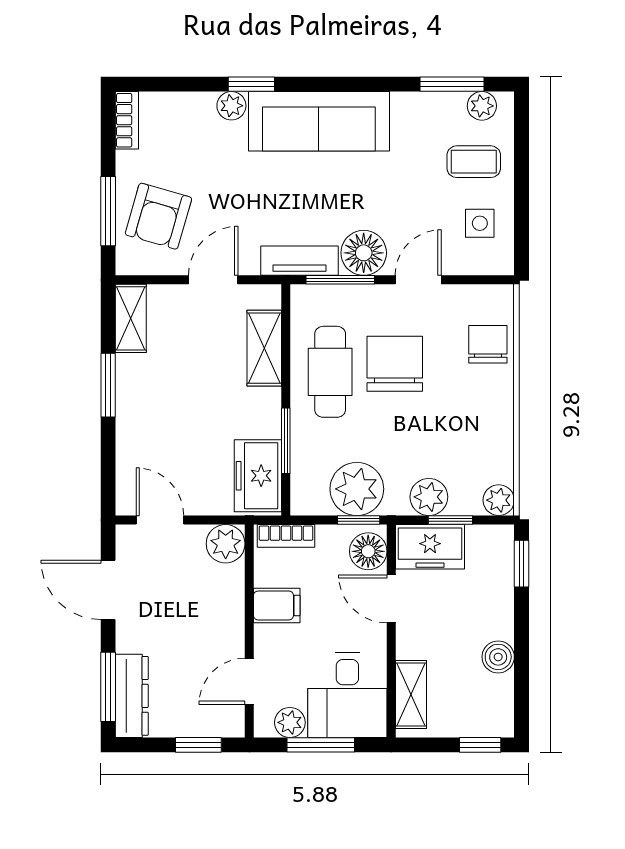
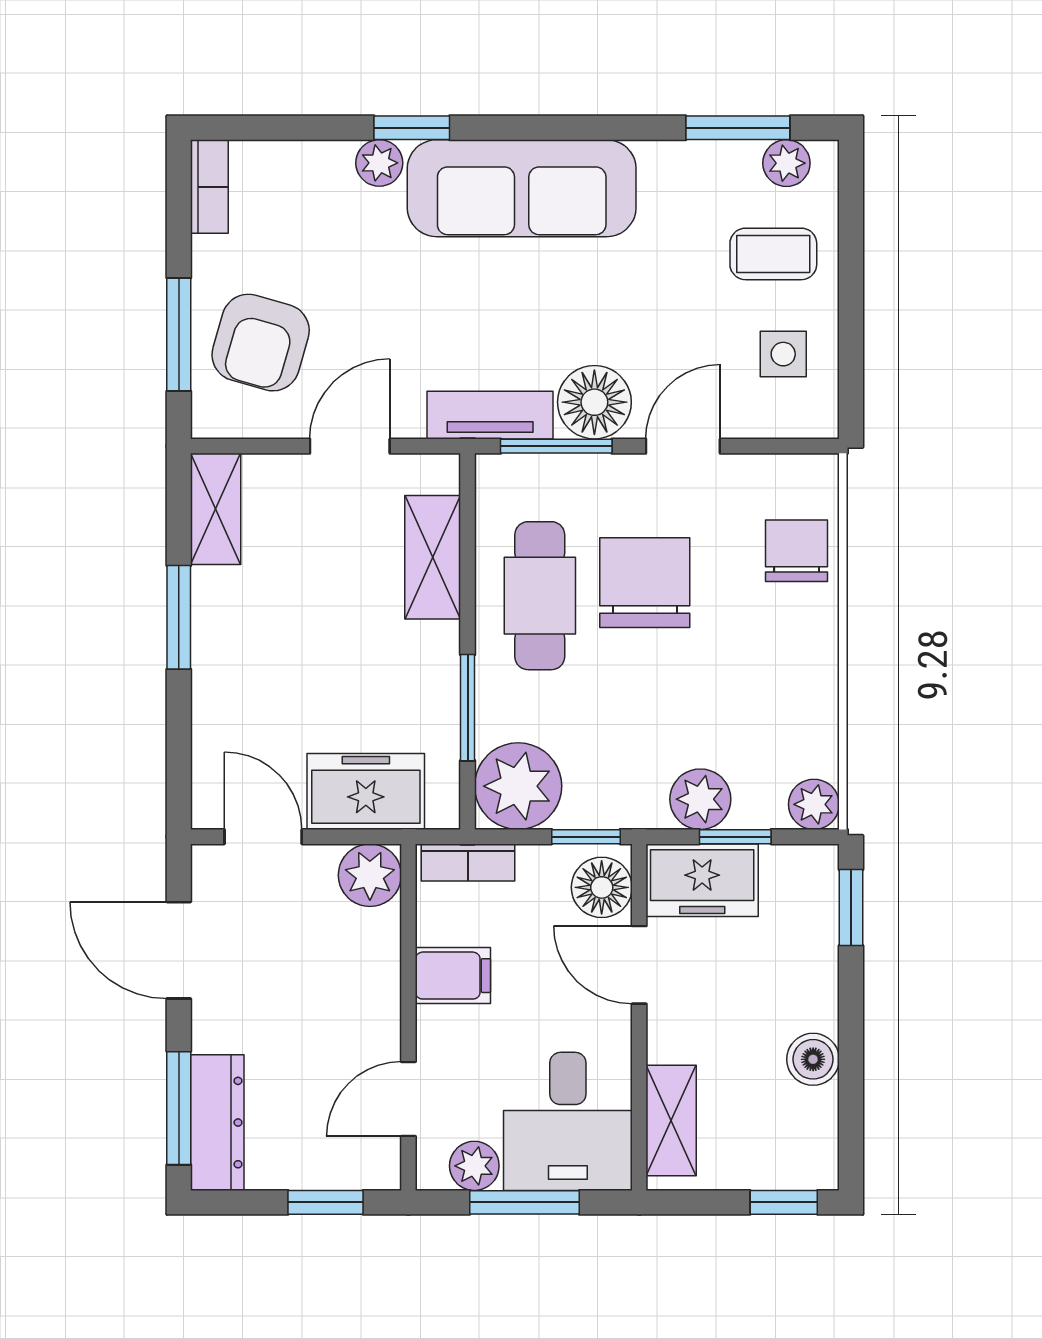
freezer: (258, 476) -> (366, 791), moved, turned 90
plant: (357, 489) -> (518, 786), moved

